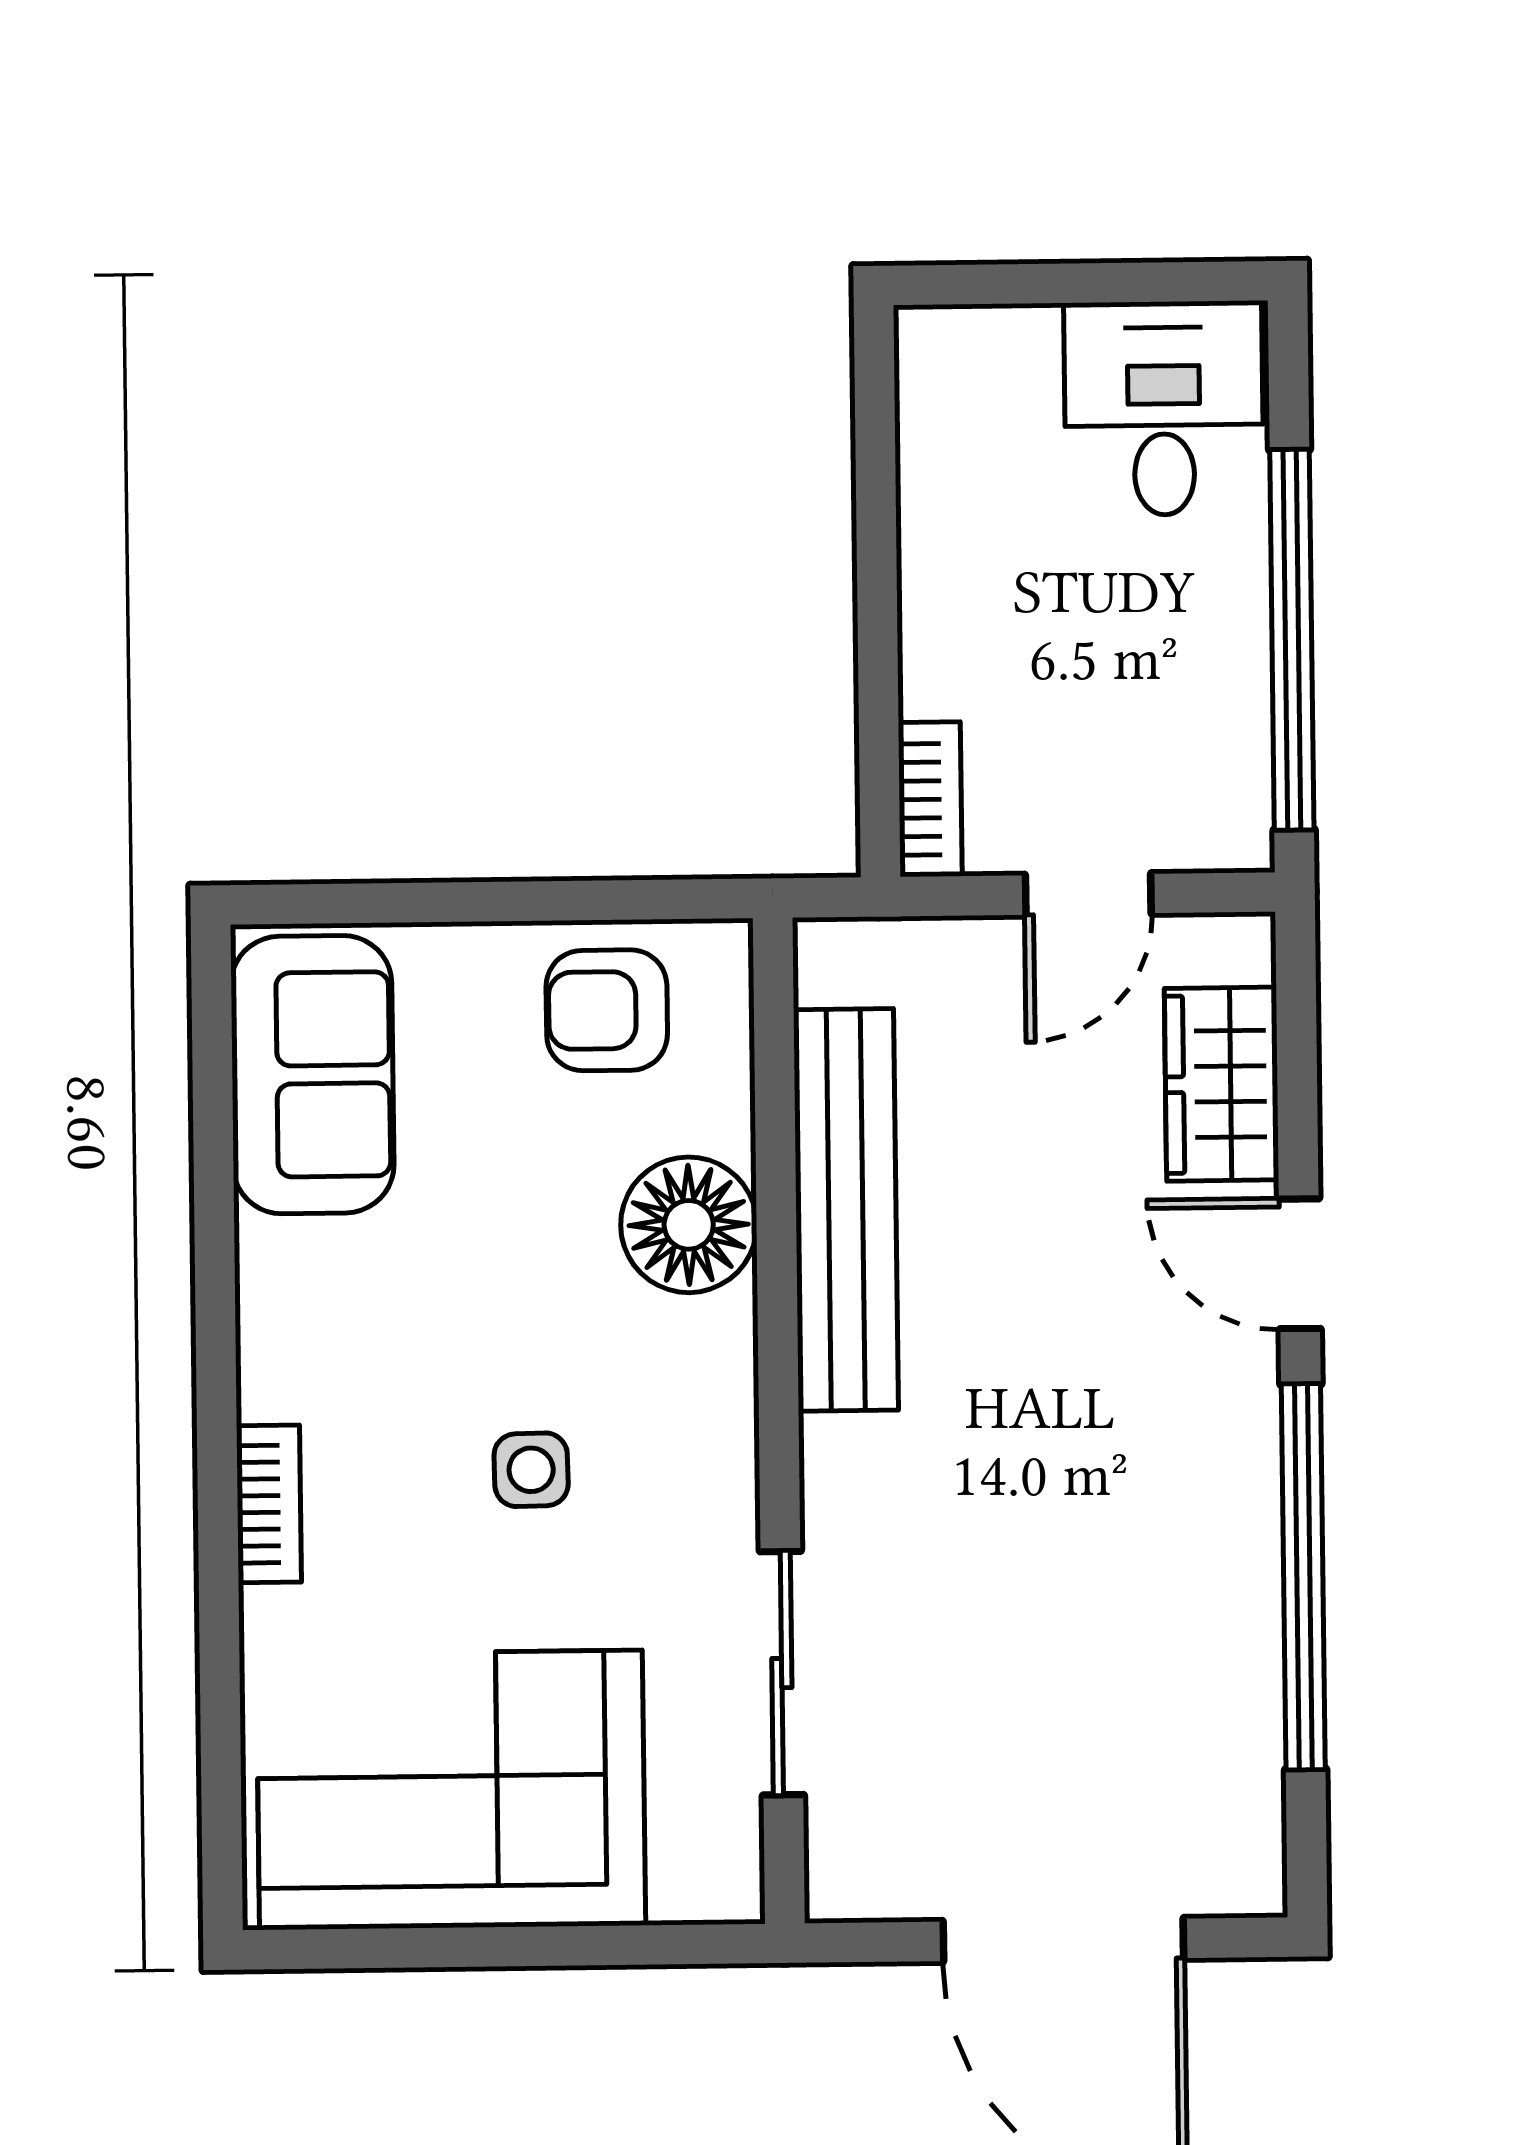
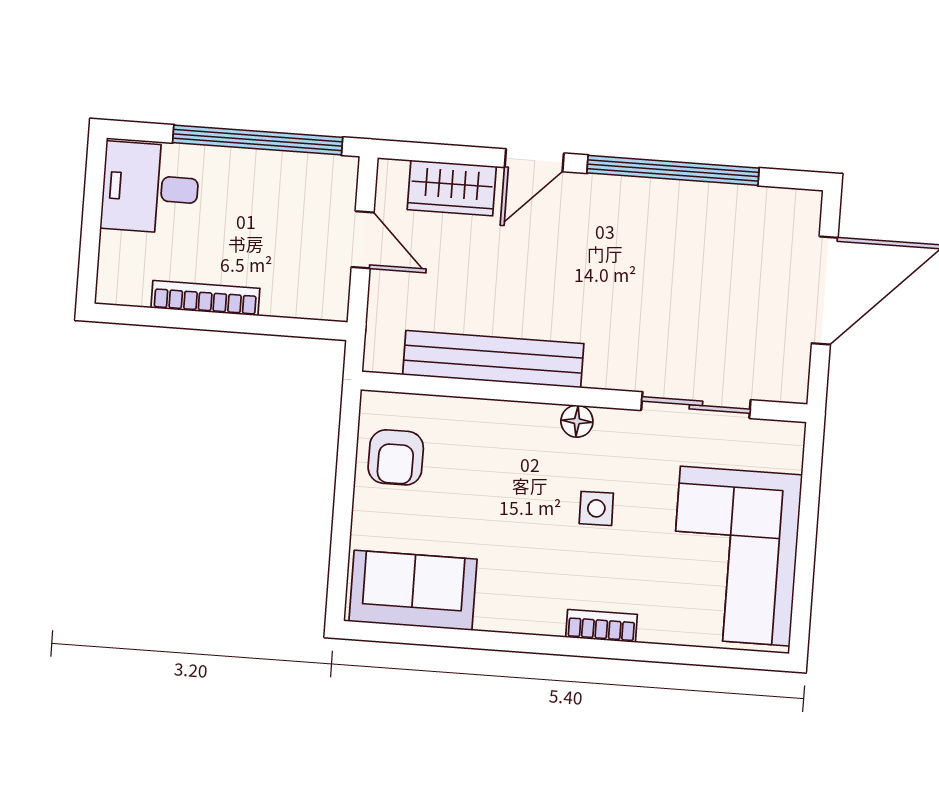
bookcase: (930, 799) -> (205, 298), moved, width x1.56
floor lamp: (689, 1225) -> (577, 421), moved, width x0.53, depth x0.53

